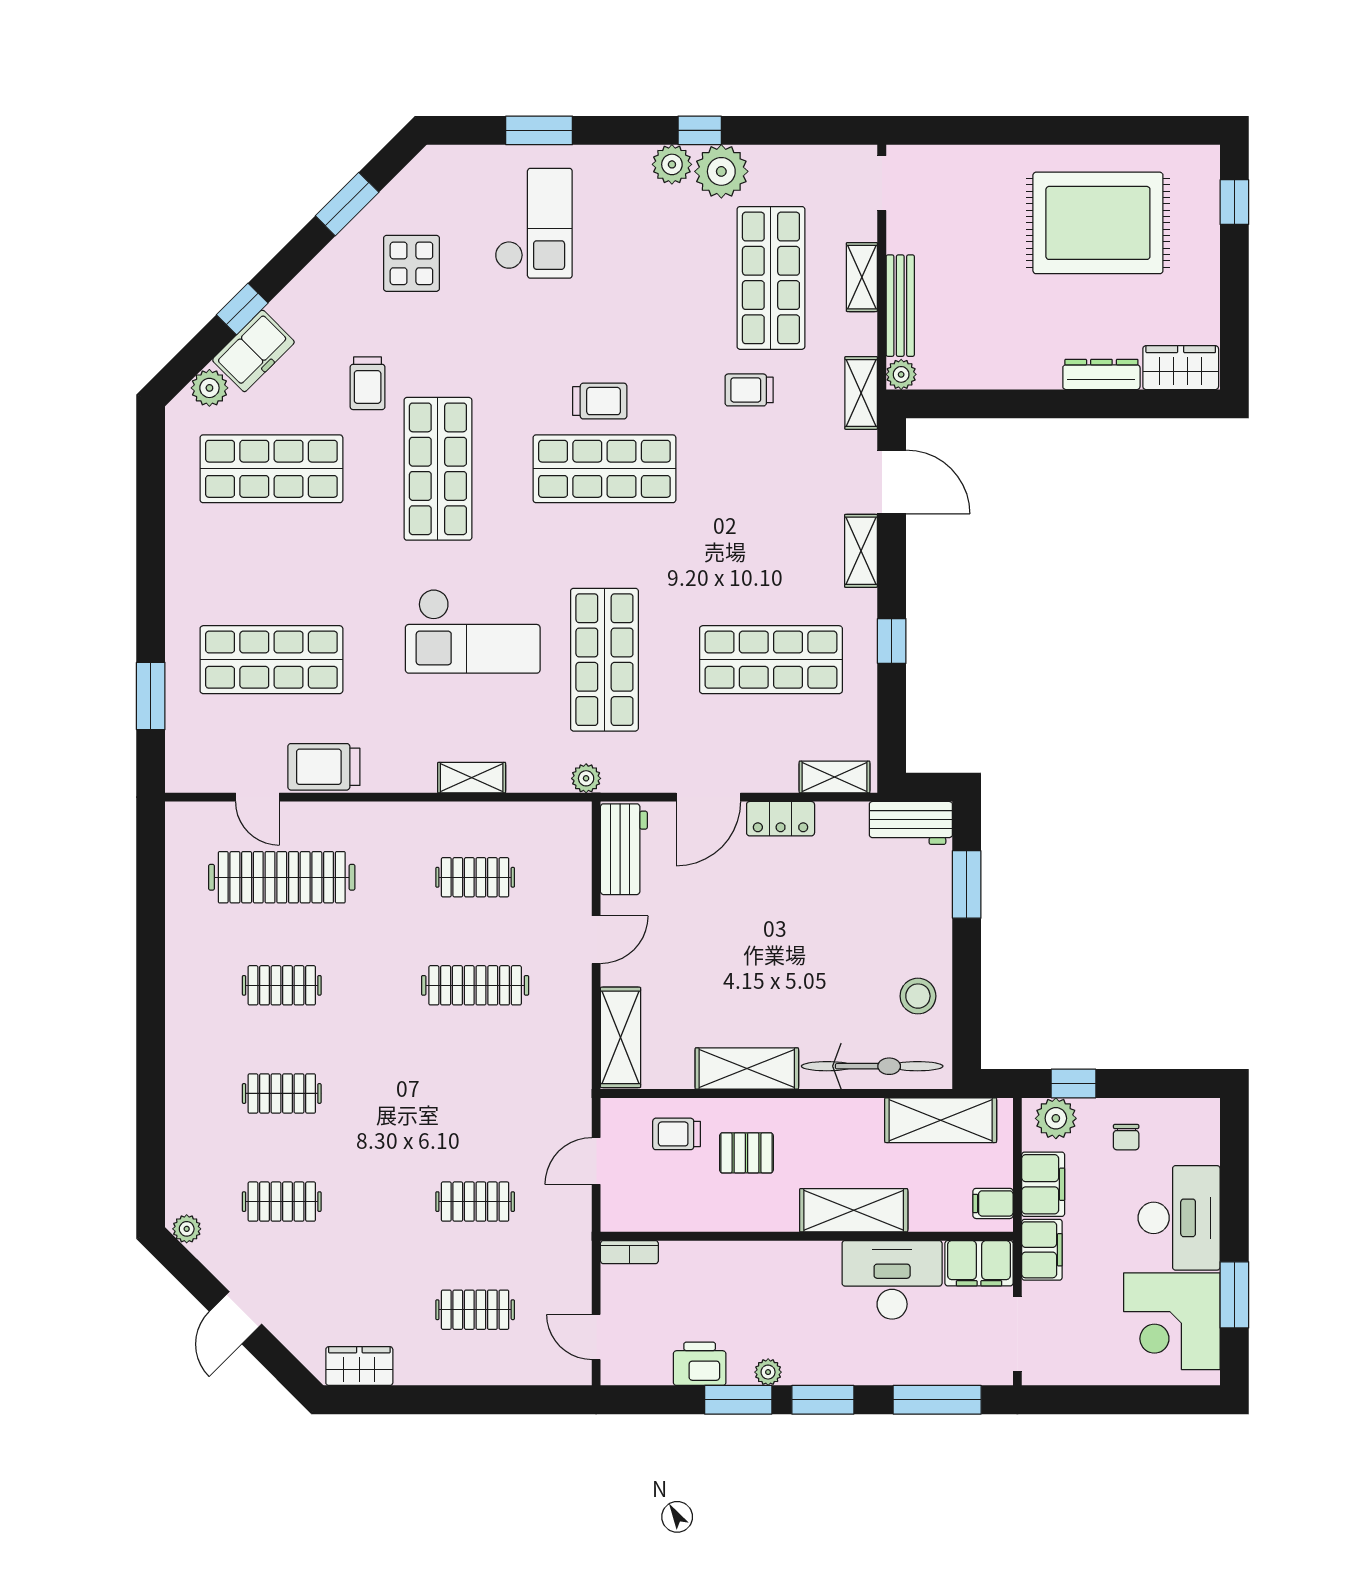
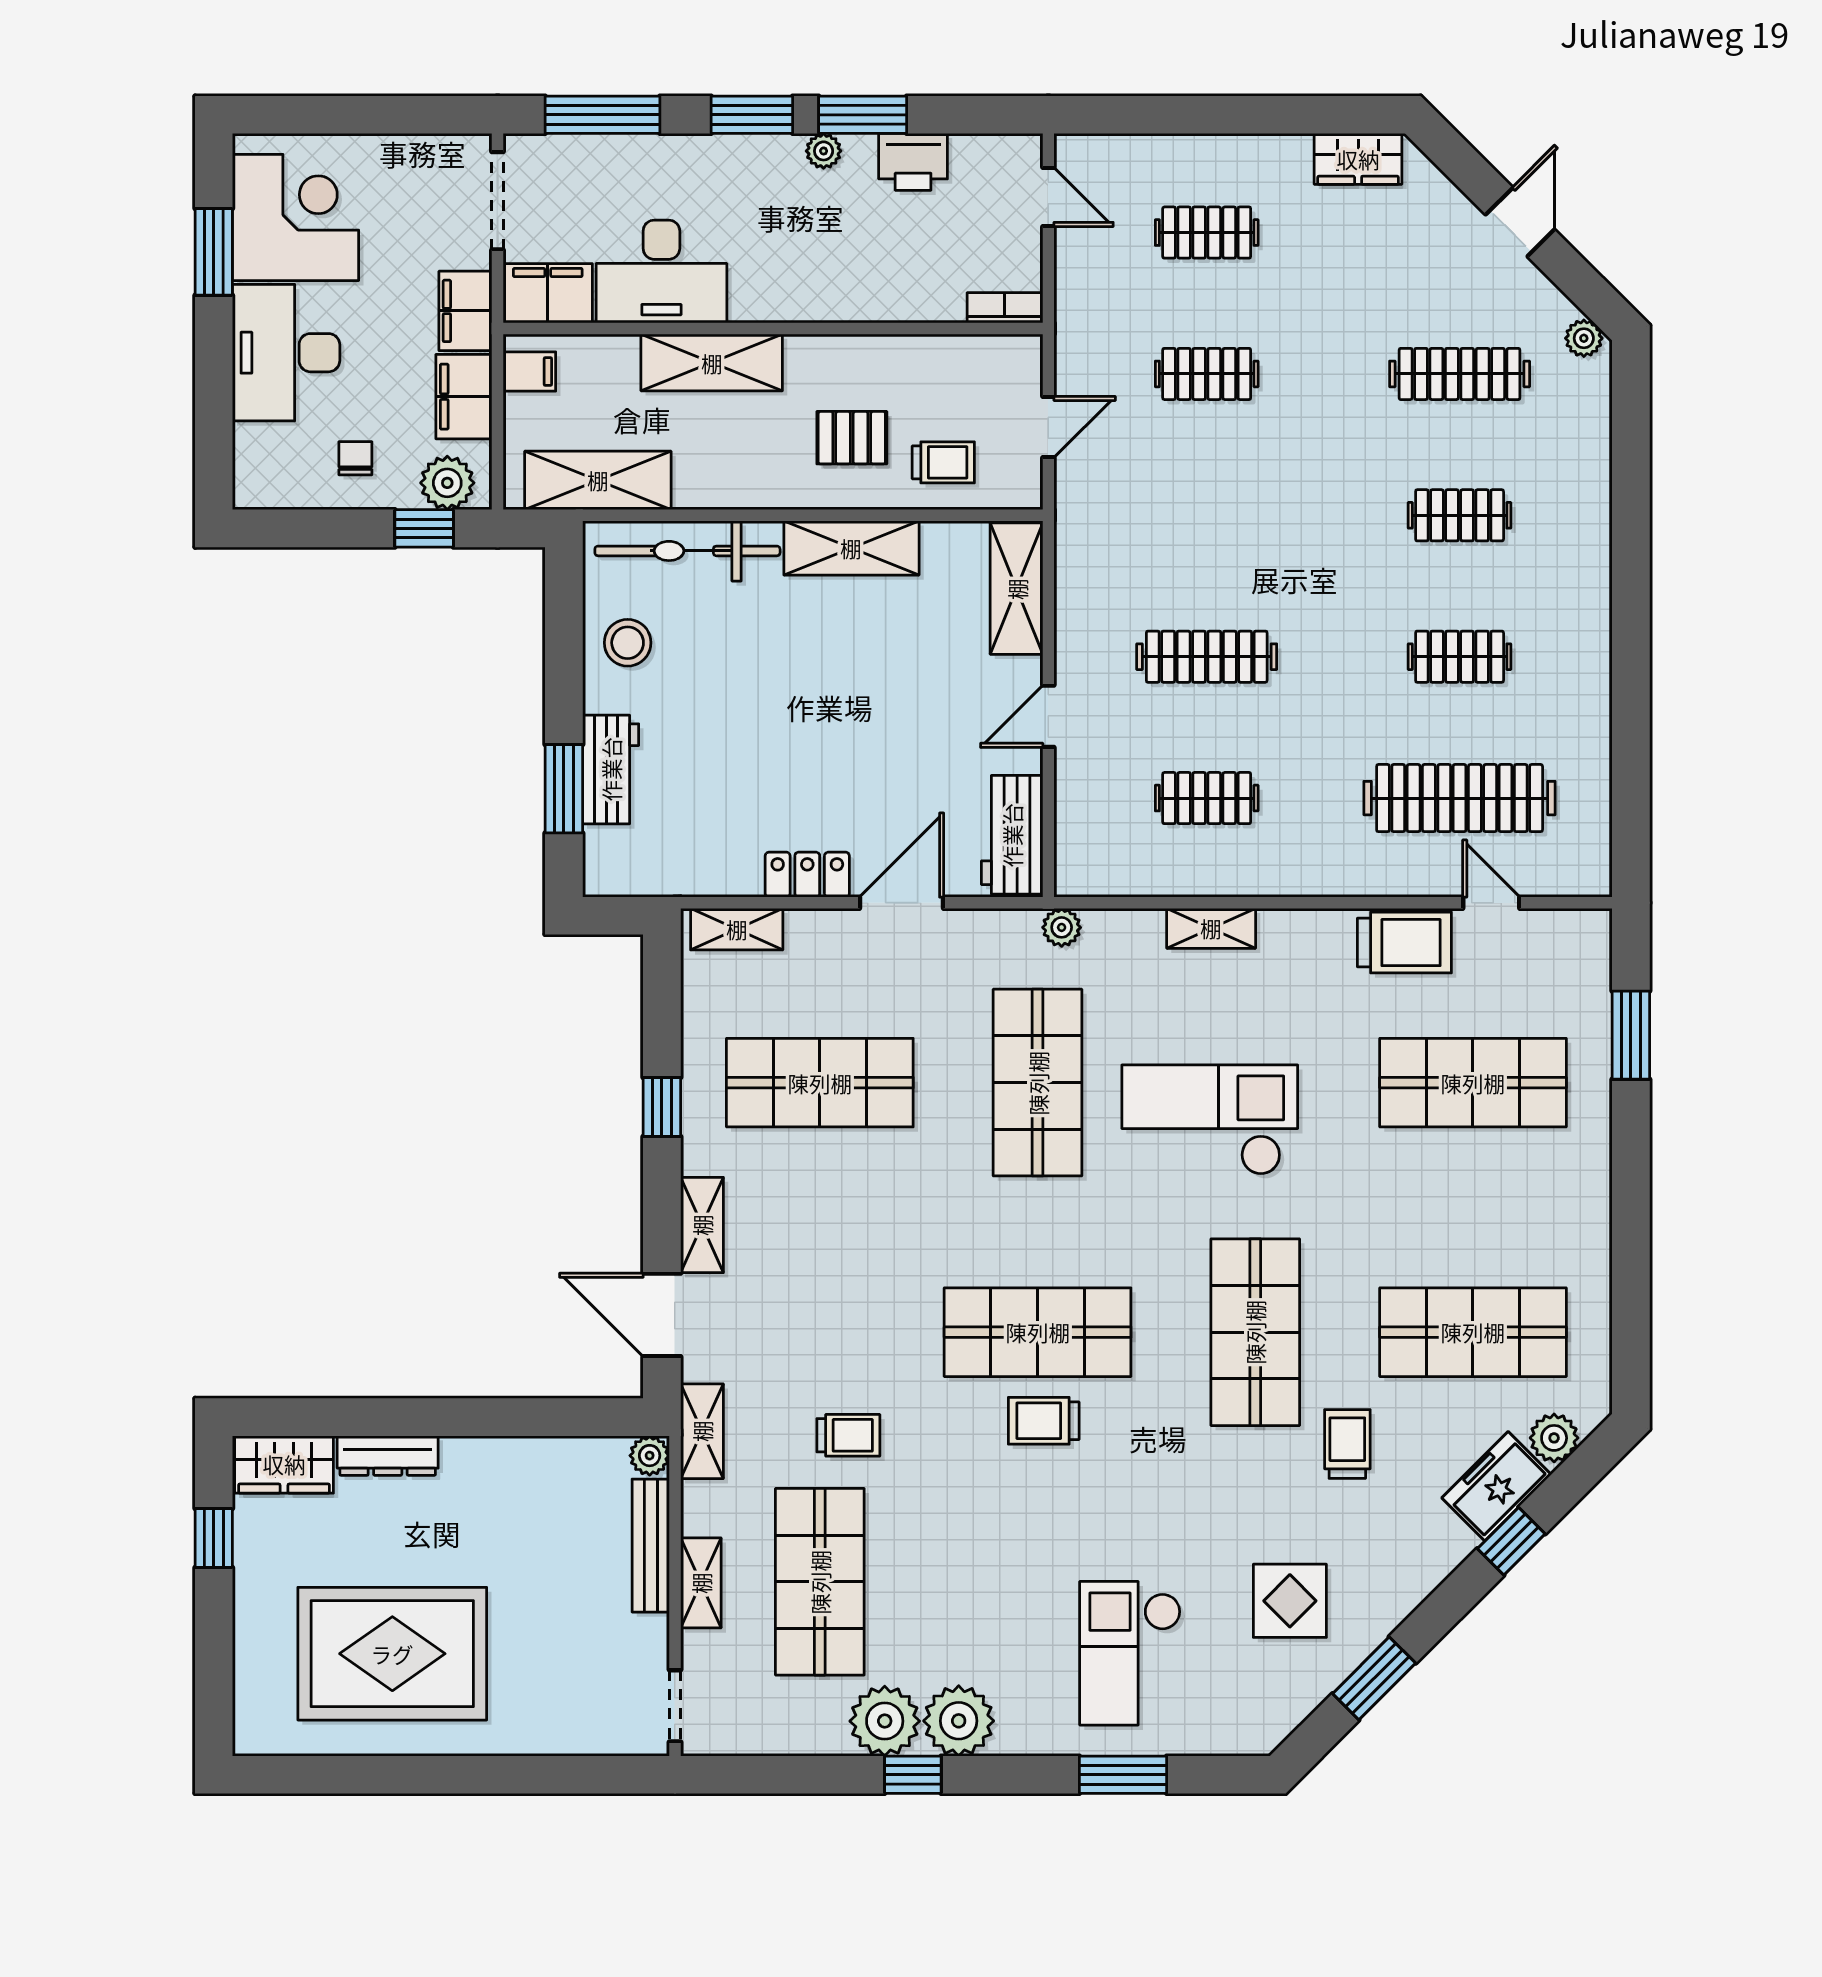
plant: (672, 164) -> (959, 1721), width x1.36, depth x1.36
window: (1234, 202) -> (214, 1538), moved
workbench: (911, 823) -> (611, 769), moved, turned 90
clothes rail: (282, 1202) -> (1460, 374), width x1.36

